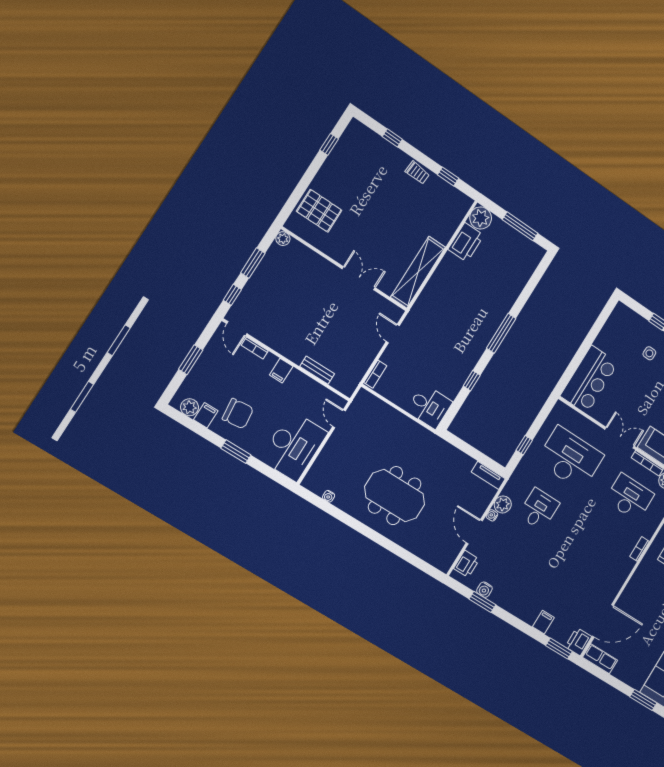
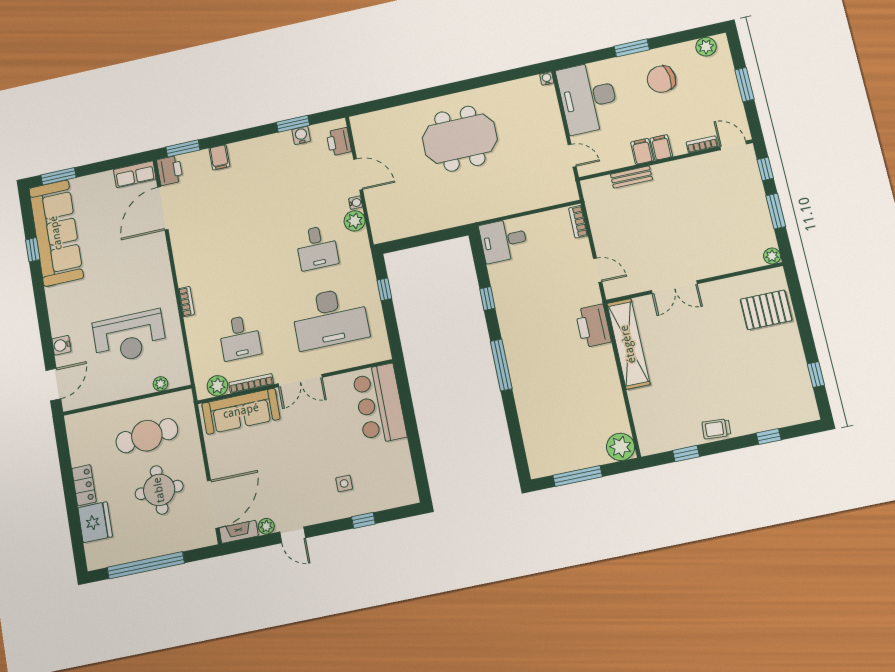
printer: (466, 242) -> (593, 326), moved
filing cabinet: (206, 415) -> (642, 151), moved, turned 180
tv unit: (488, 475) -> (392, 233), removed
water cooler: (329, 496) -> (547, 78), moved
desk: (630, 497) -> (240, 338), width x0.73

